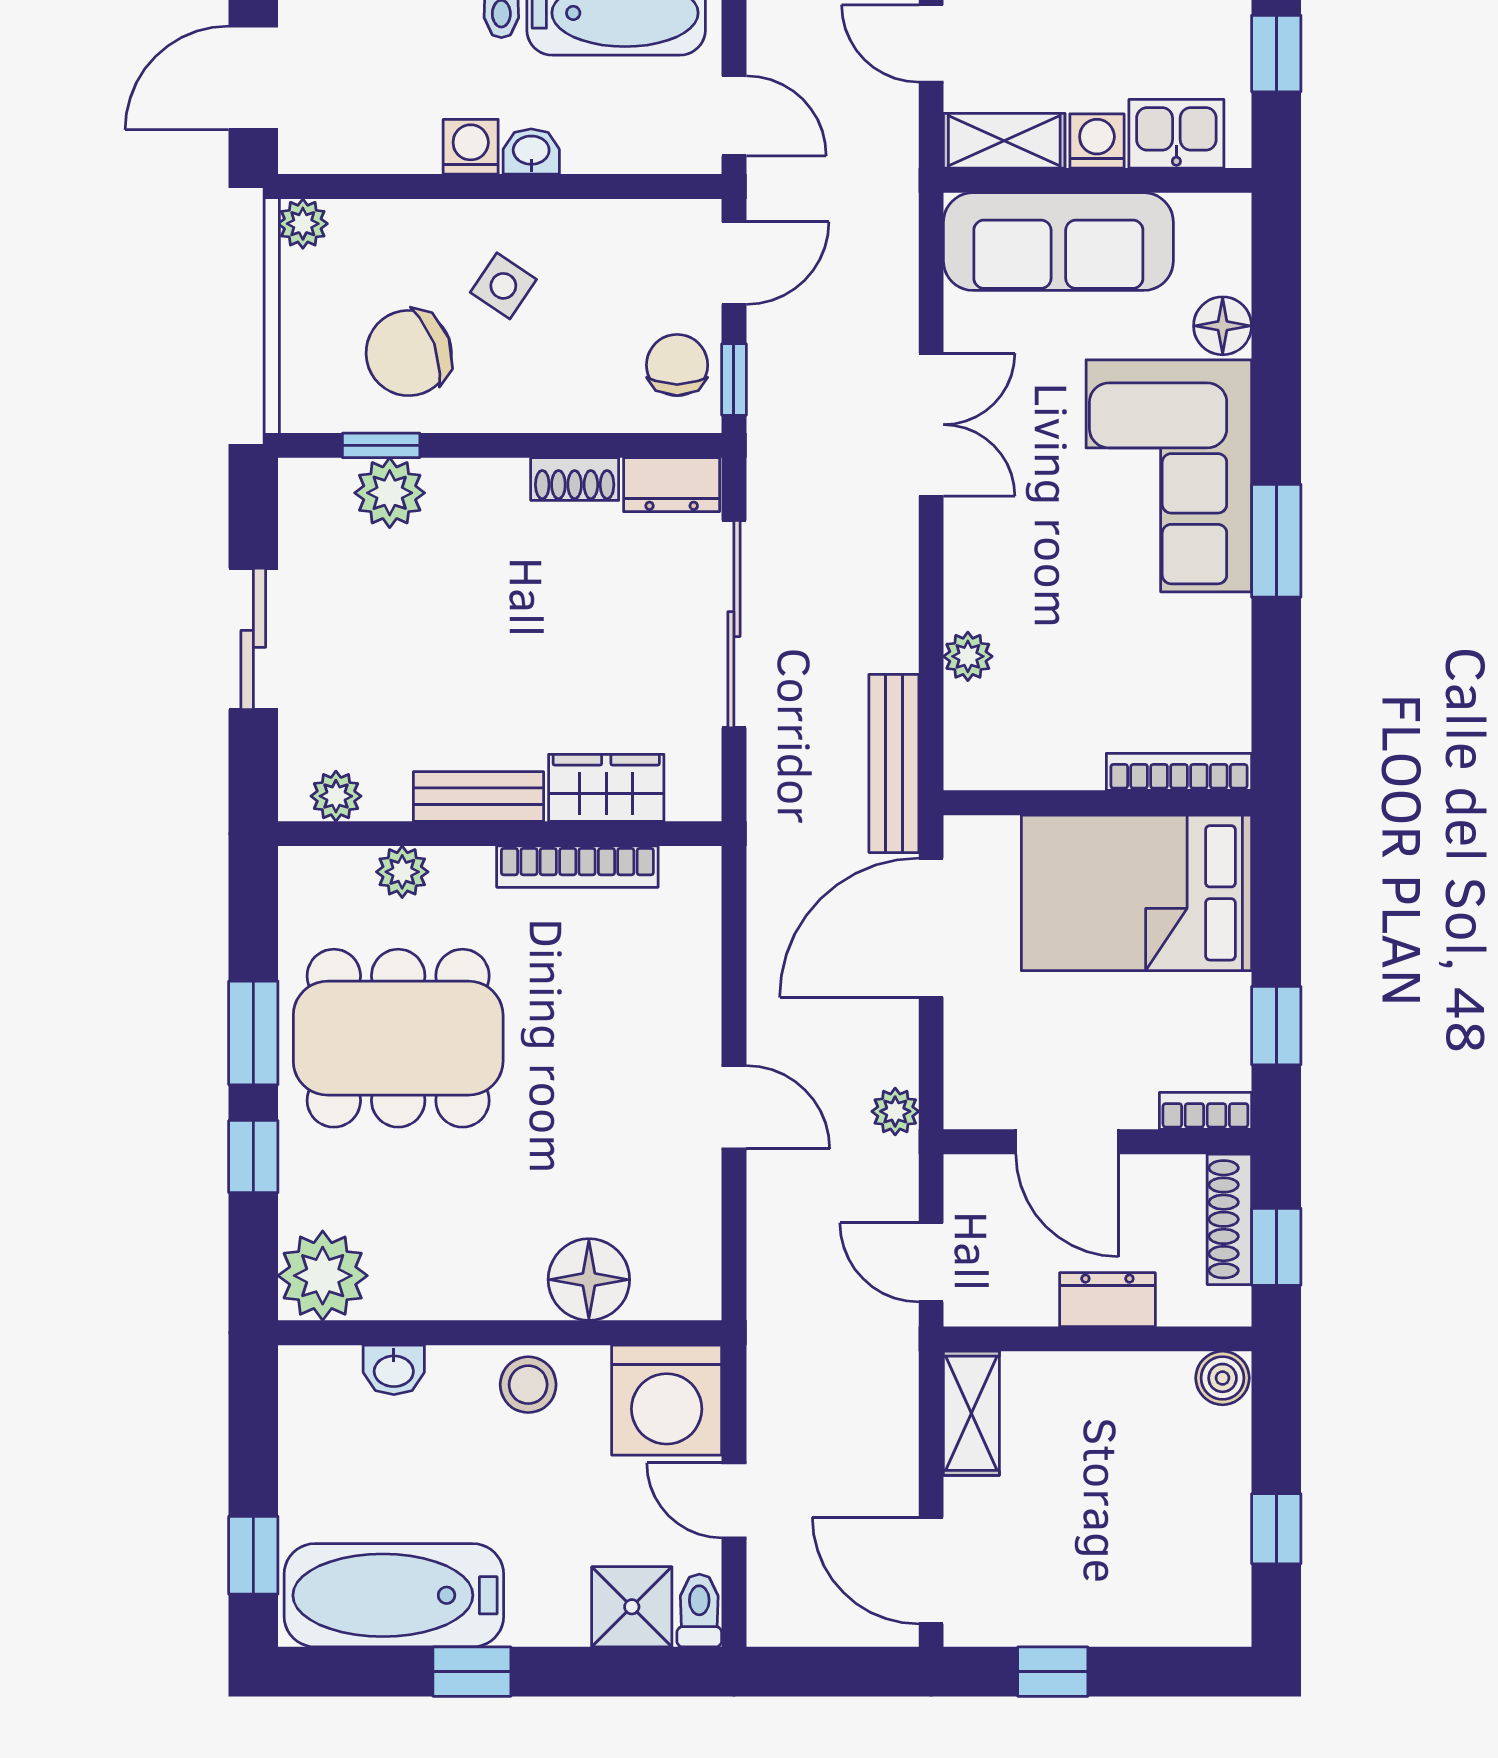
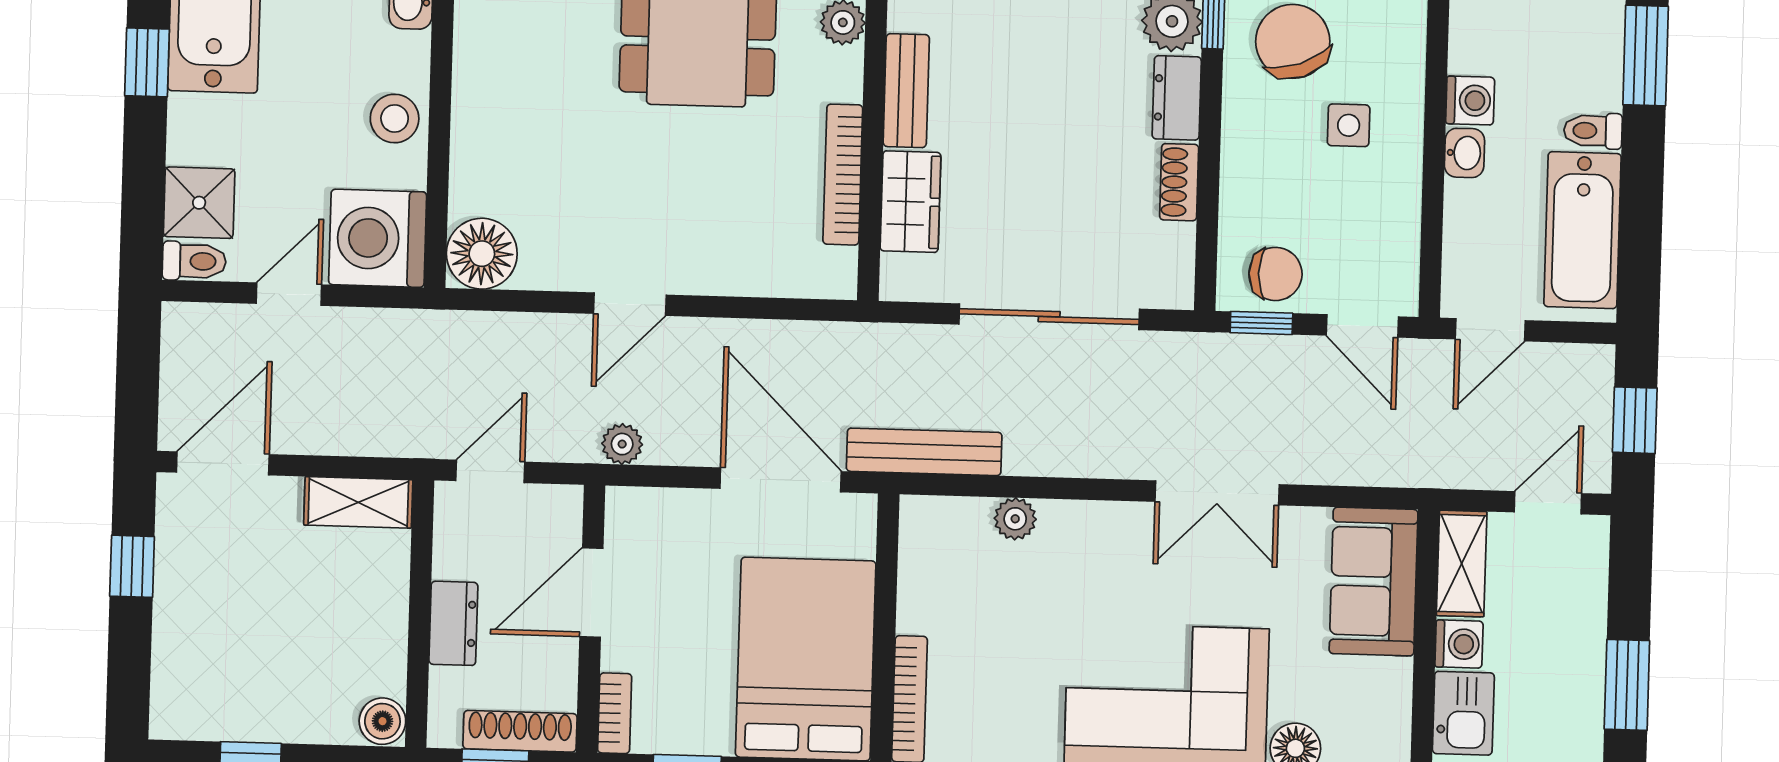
sofa: (1058, 242) -> (1374, 582), width x0.73
side table: (503, 286) -> (1349, 125), turned -34
dresser: (672, 485) -> (1177, 98), moved
floor lamp: (589, 1280) -> (482, 254), moved

